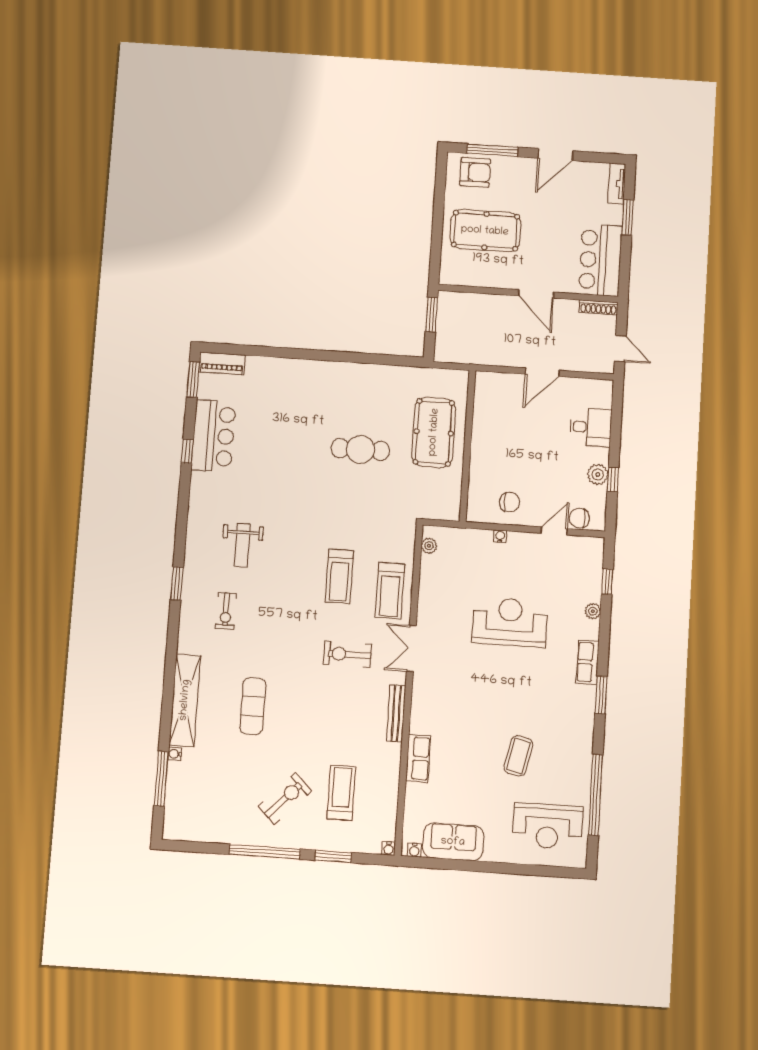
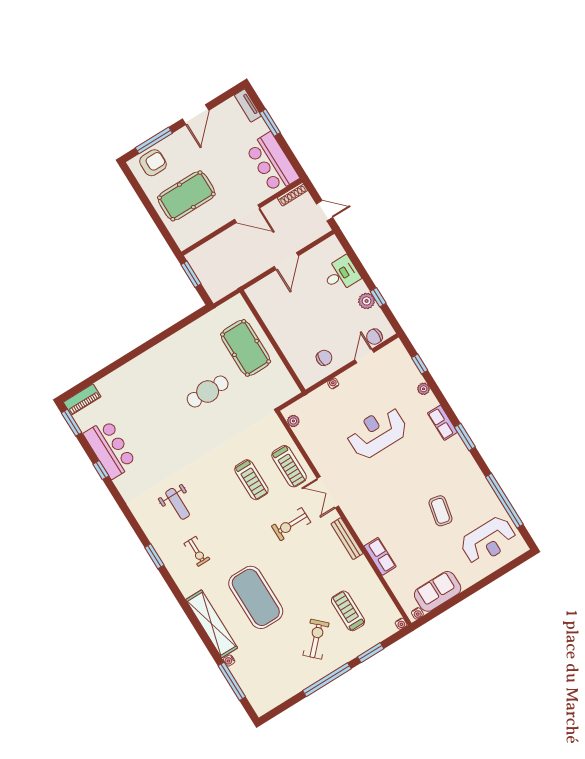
exercise mat: (253, 706) -> (256, 597), width x2.00, depth x1.45

